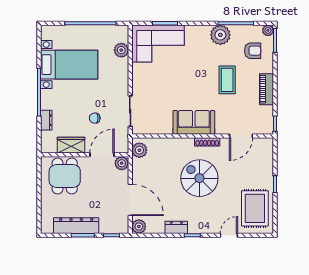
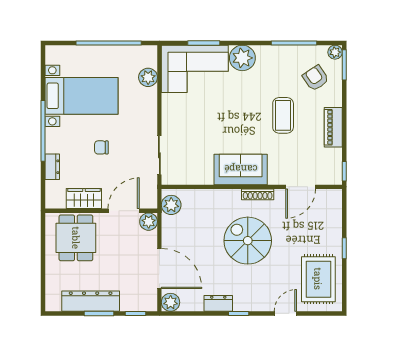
plant: (220, 35) -> (242, 58), moved
armchair: (253, 51) -> (316, 78), turned -124
chair: (95, 118) -> (101, 147), moved

